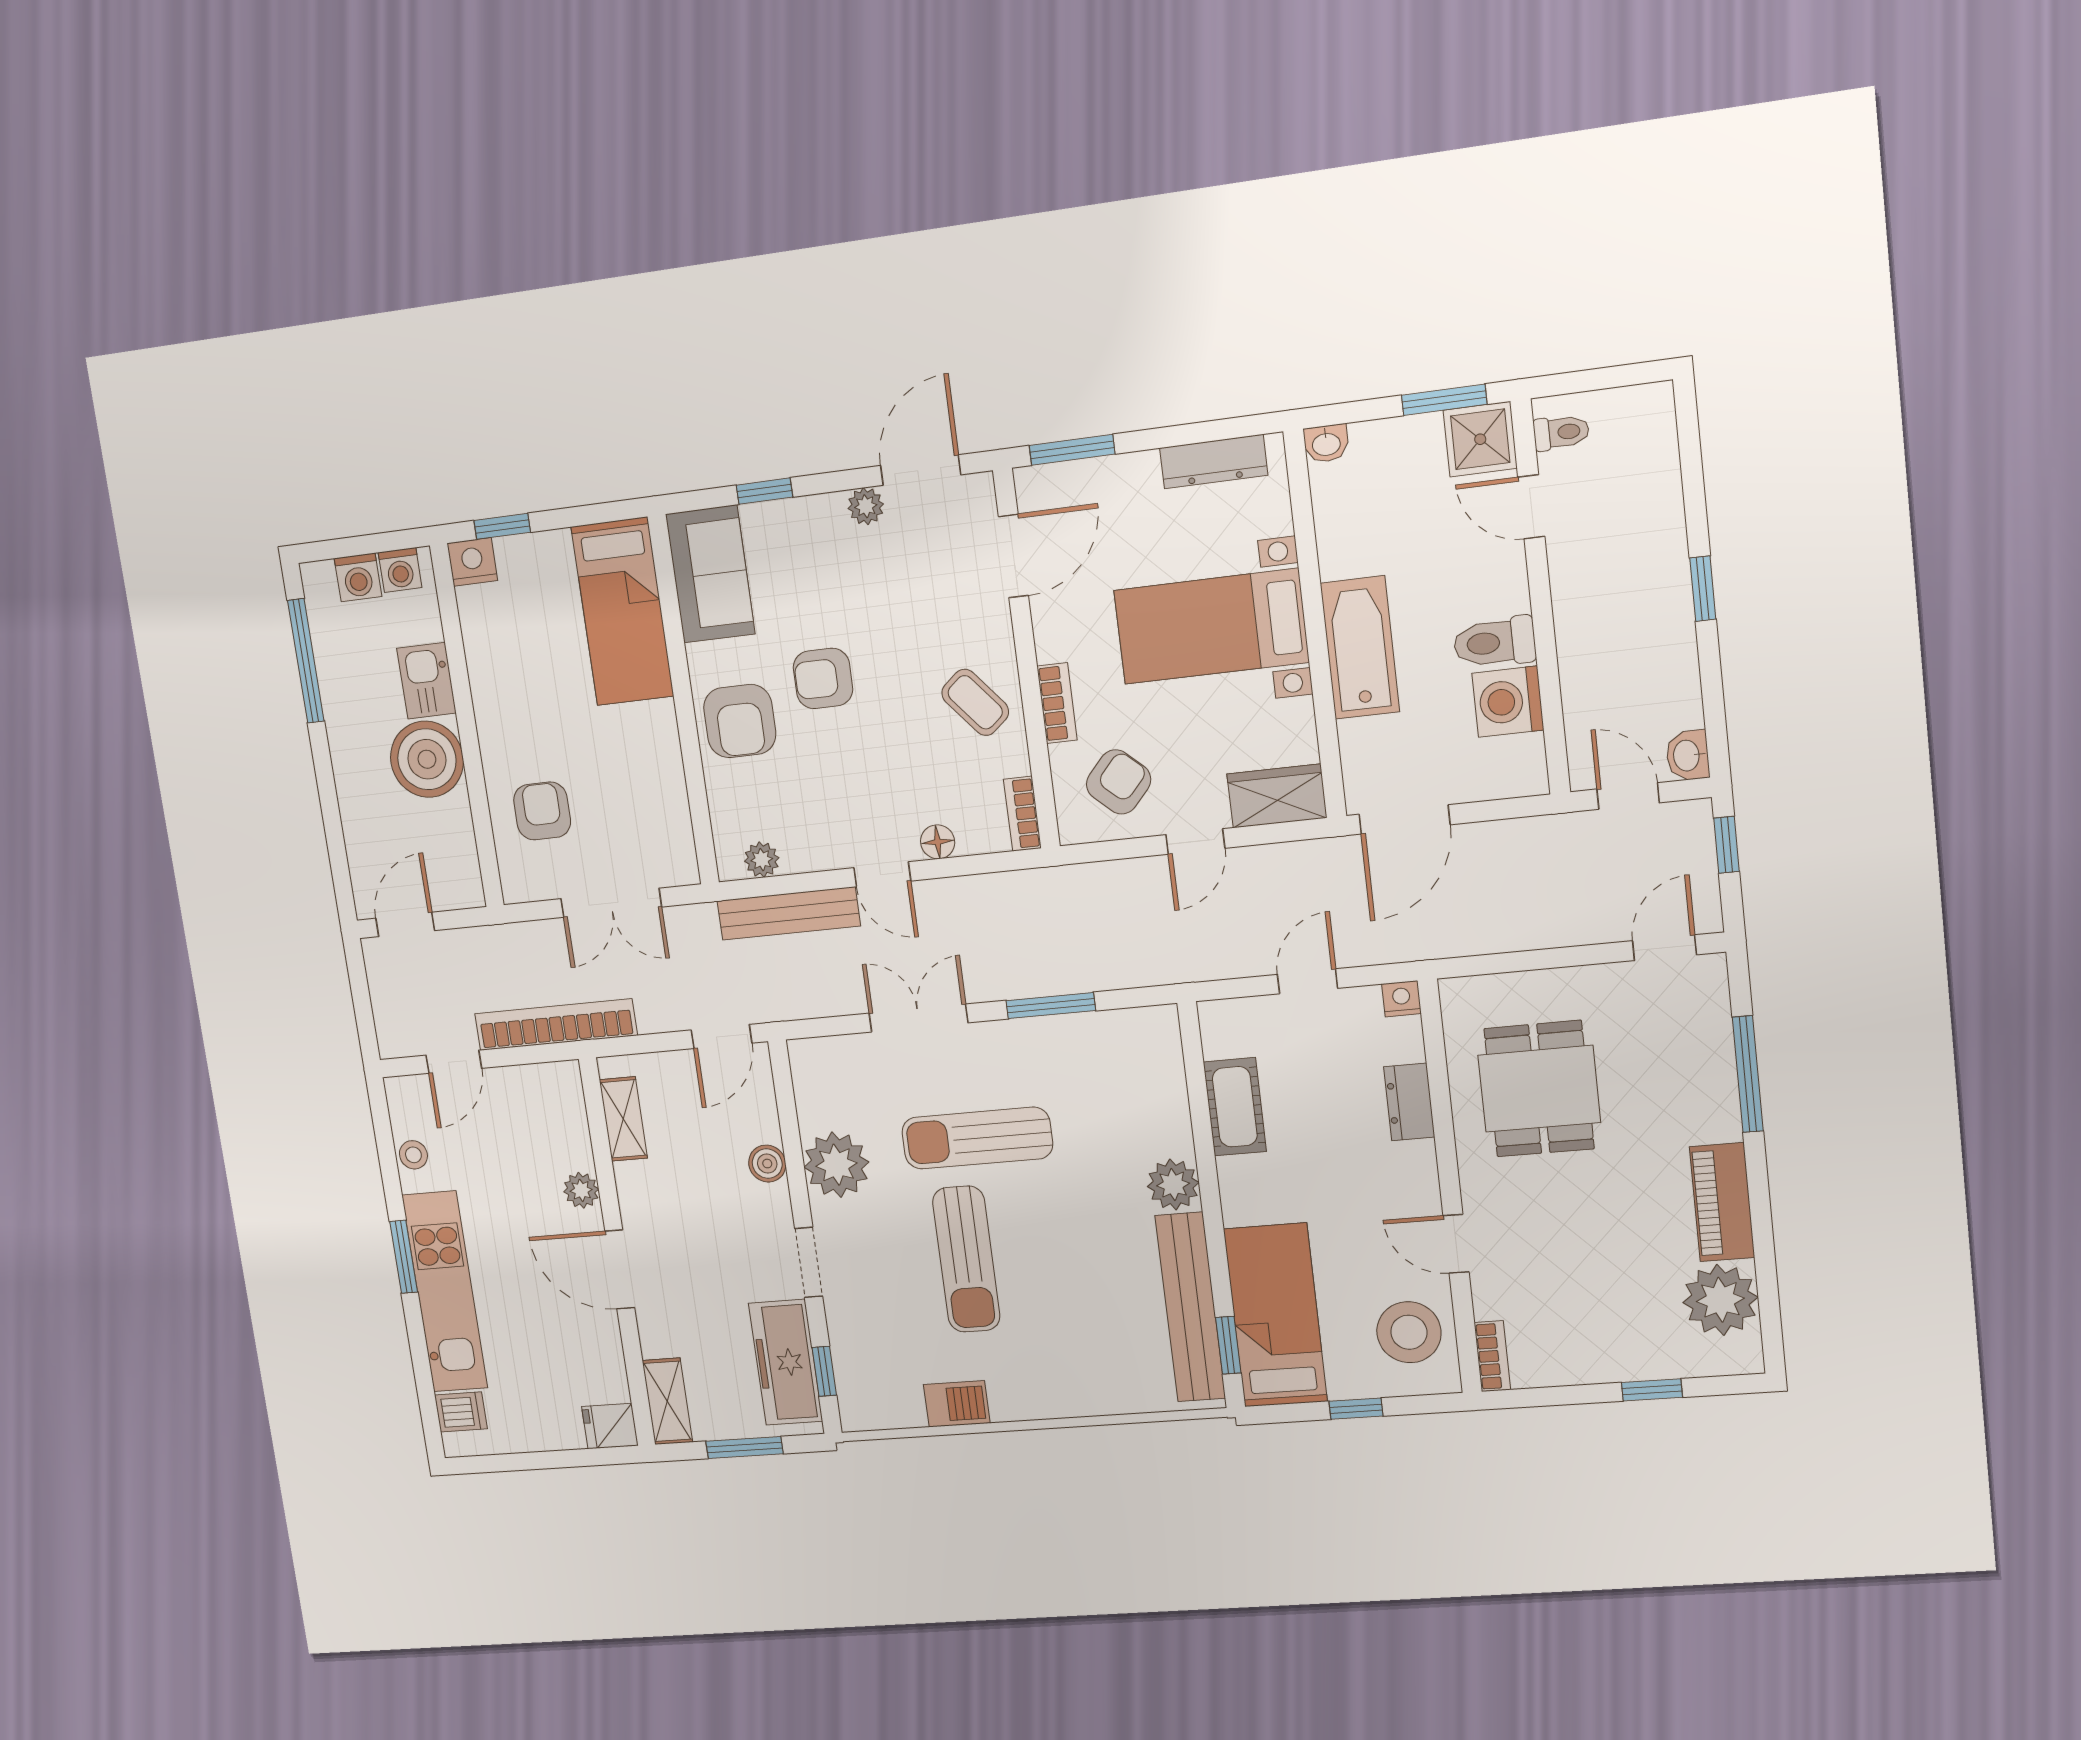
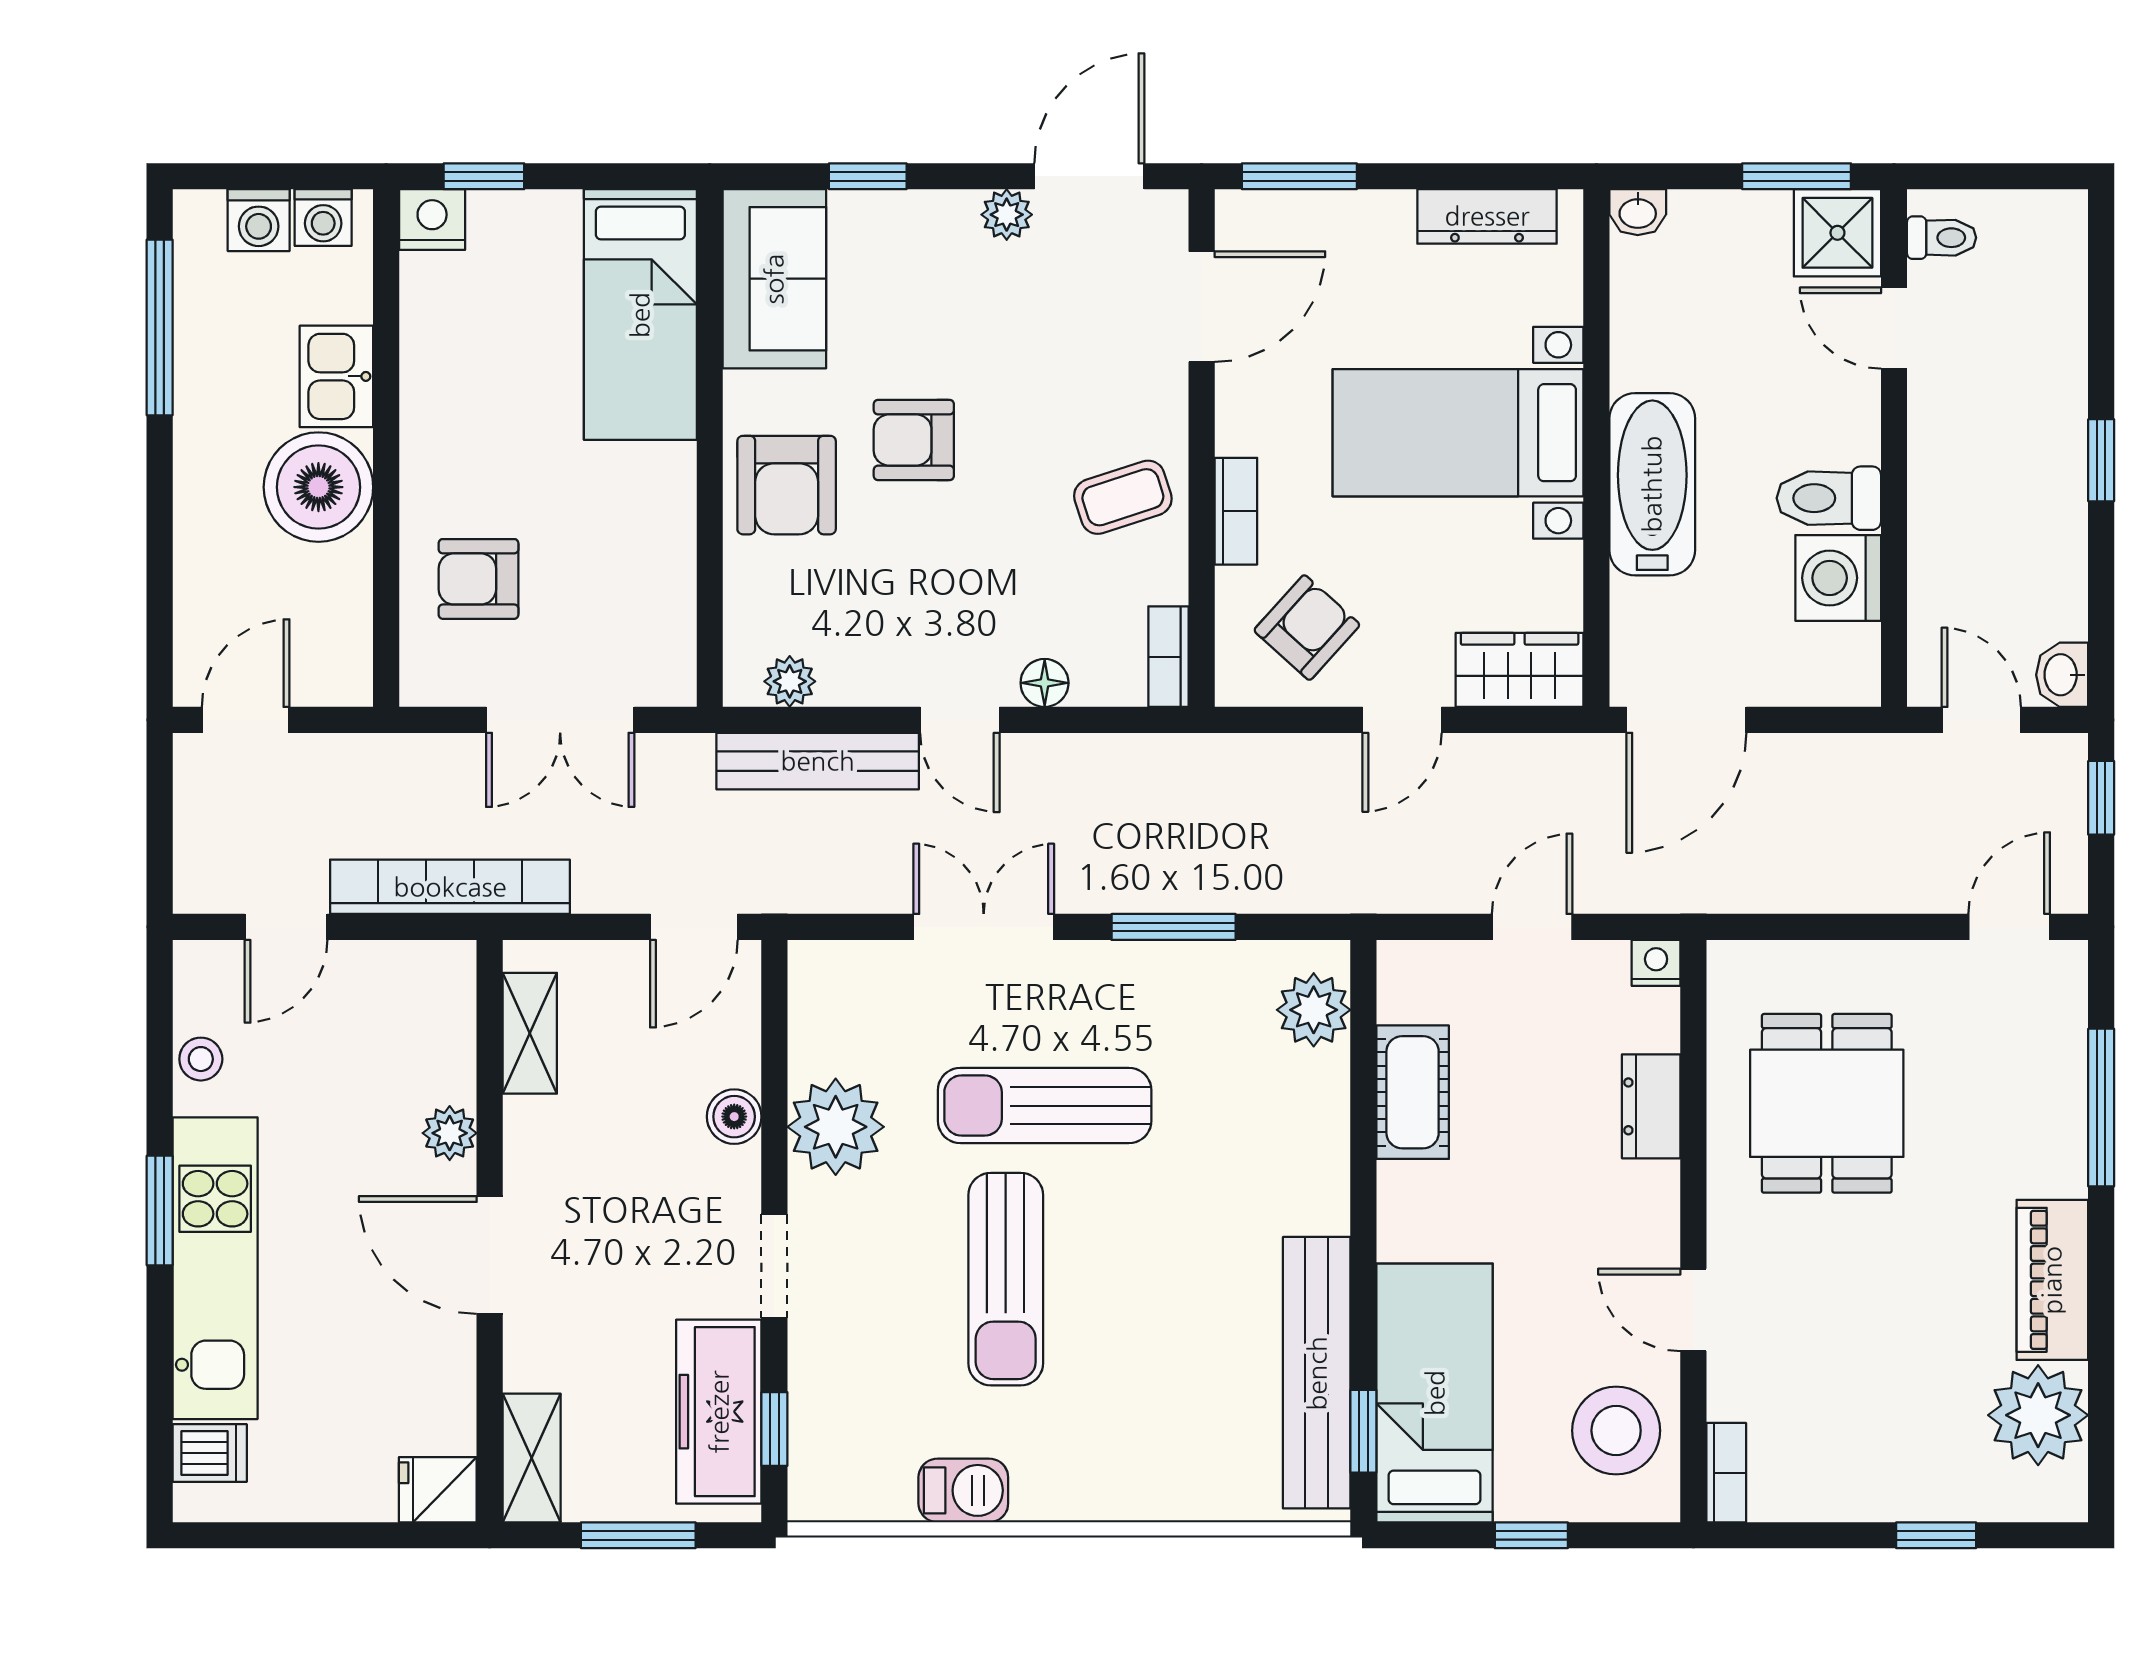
coffee table: (975, 702) -> (1123, 497), turned -68
armchair: (542, 811) -> (479, 579), turned -90
plant: (1173, 1185) -> (1314, 1010), moved

